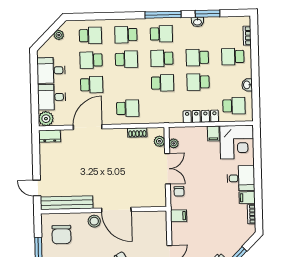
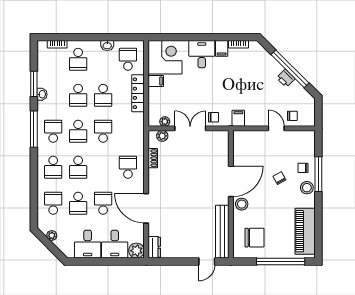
school desk: (127, 59) -> (78, 167), turned 180

